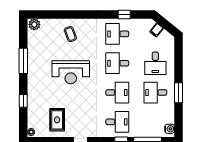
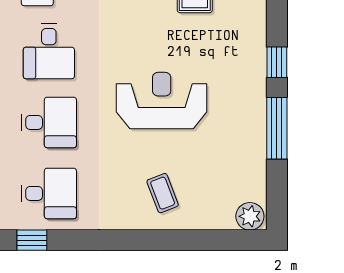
desk: (117, 93) -> (49, 51), turned -90
window: (23, 101) -> (277, 62), moved

